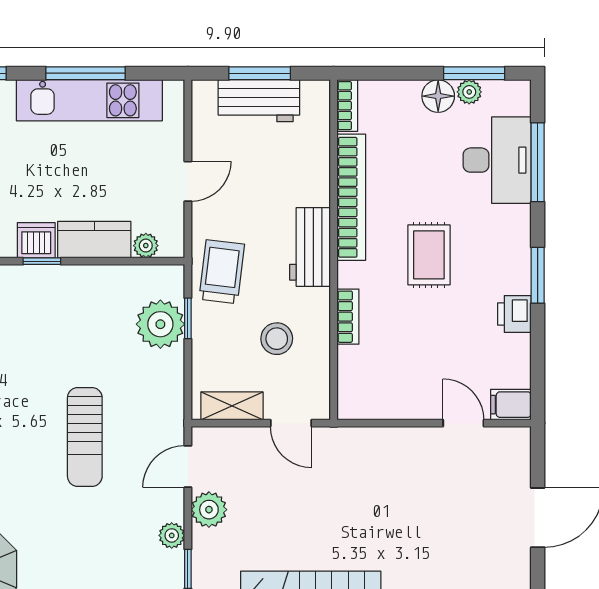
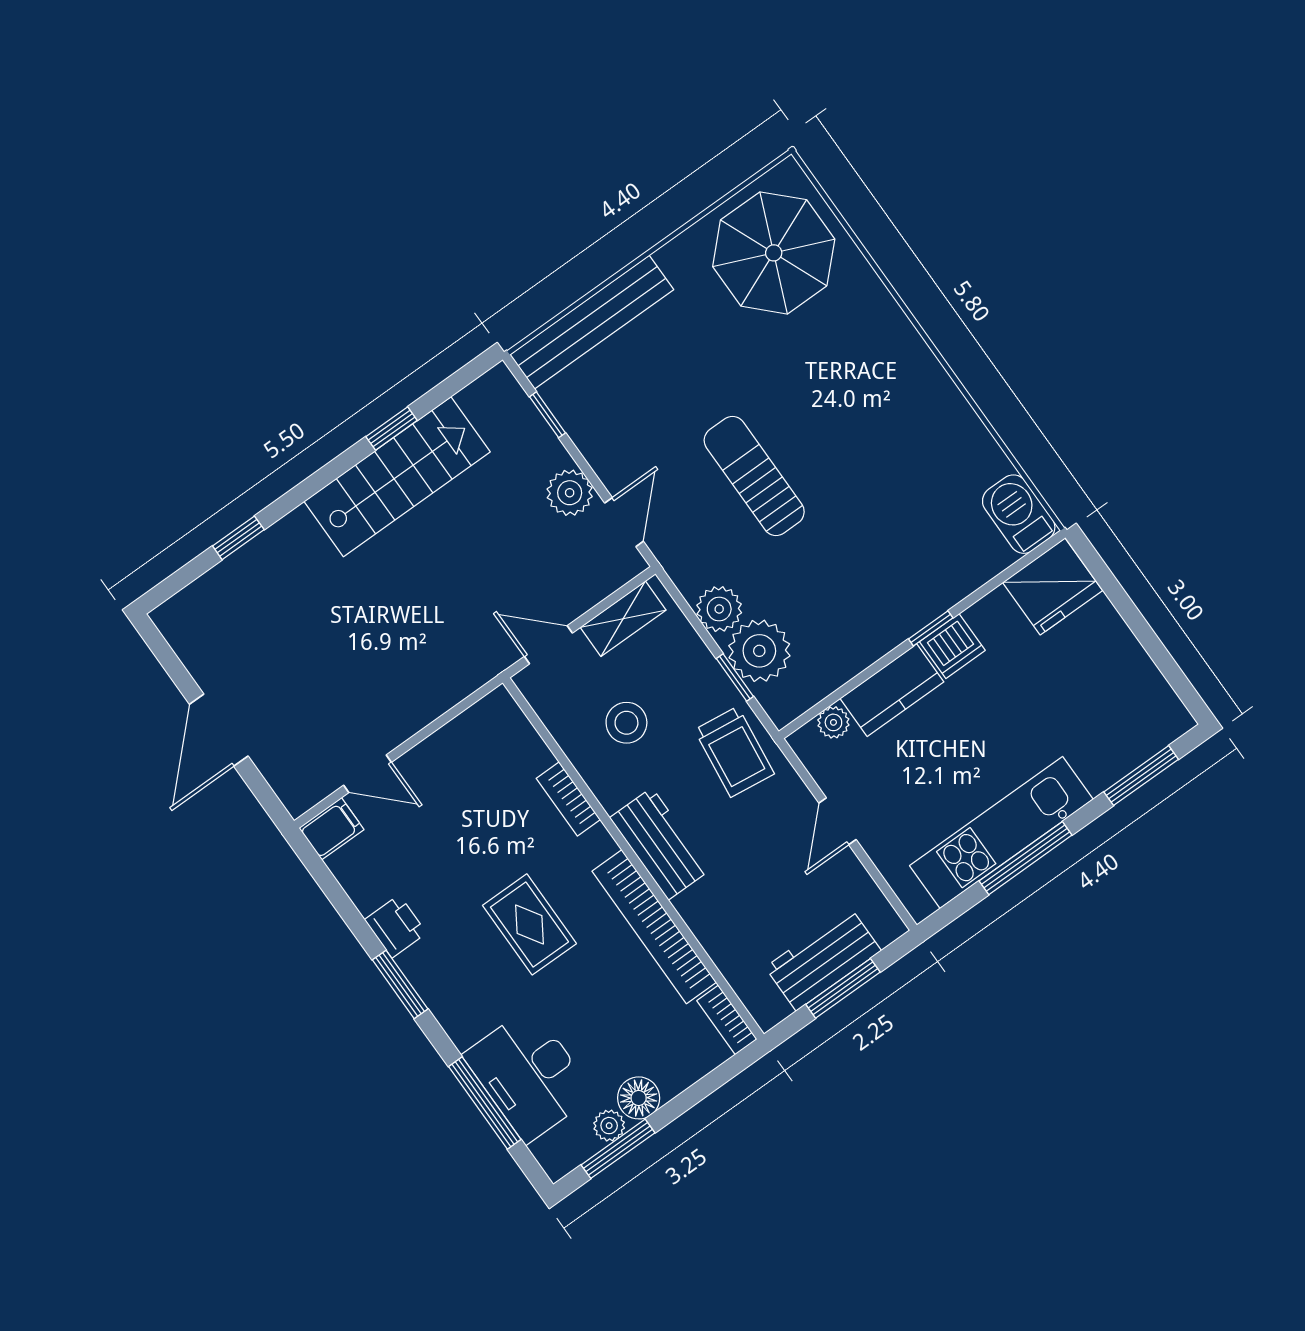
plant: (172, 535) -> (719, 609), moved, width x1.38, depth x1.38

